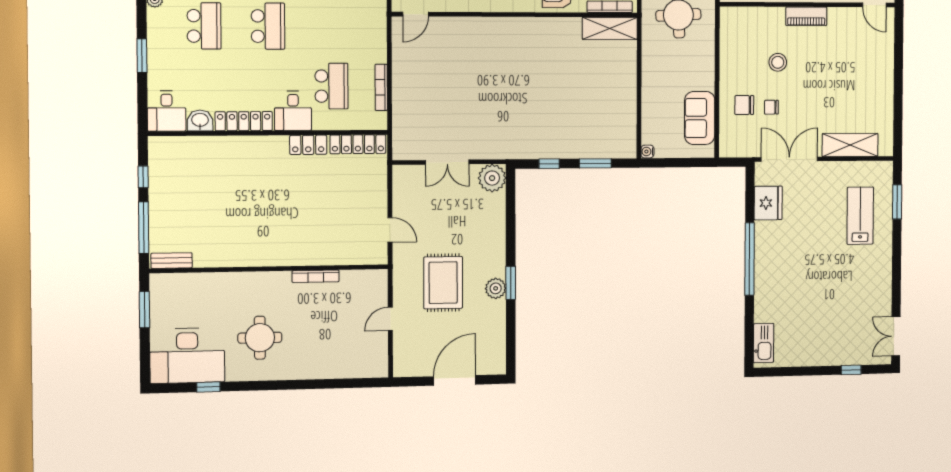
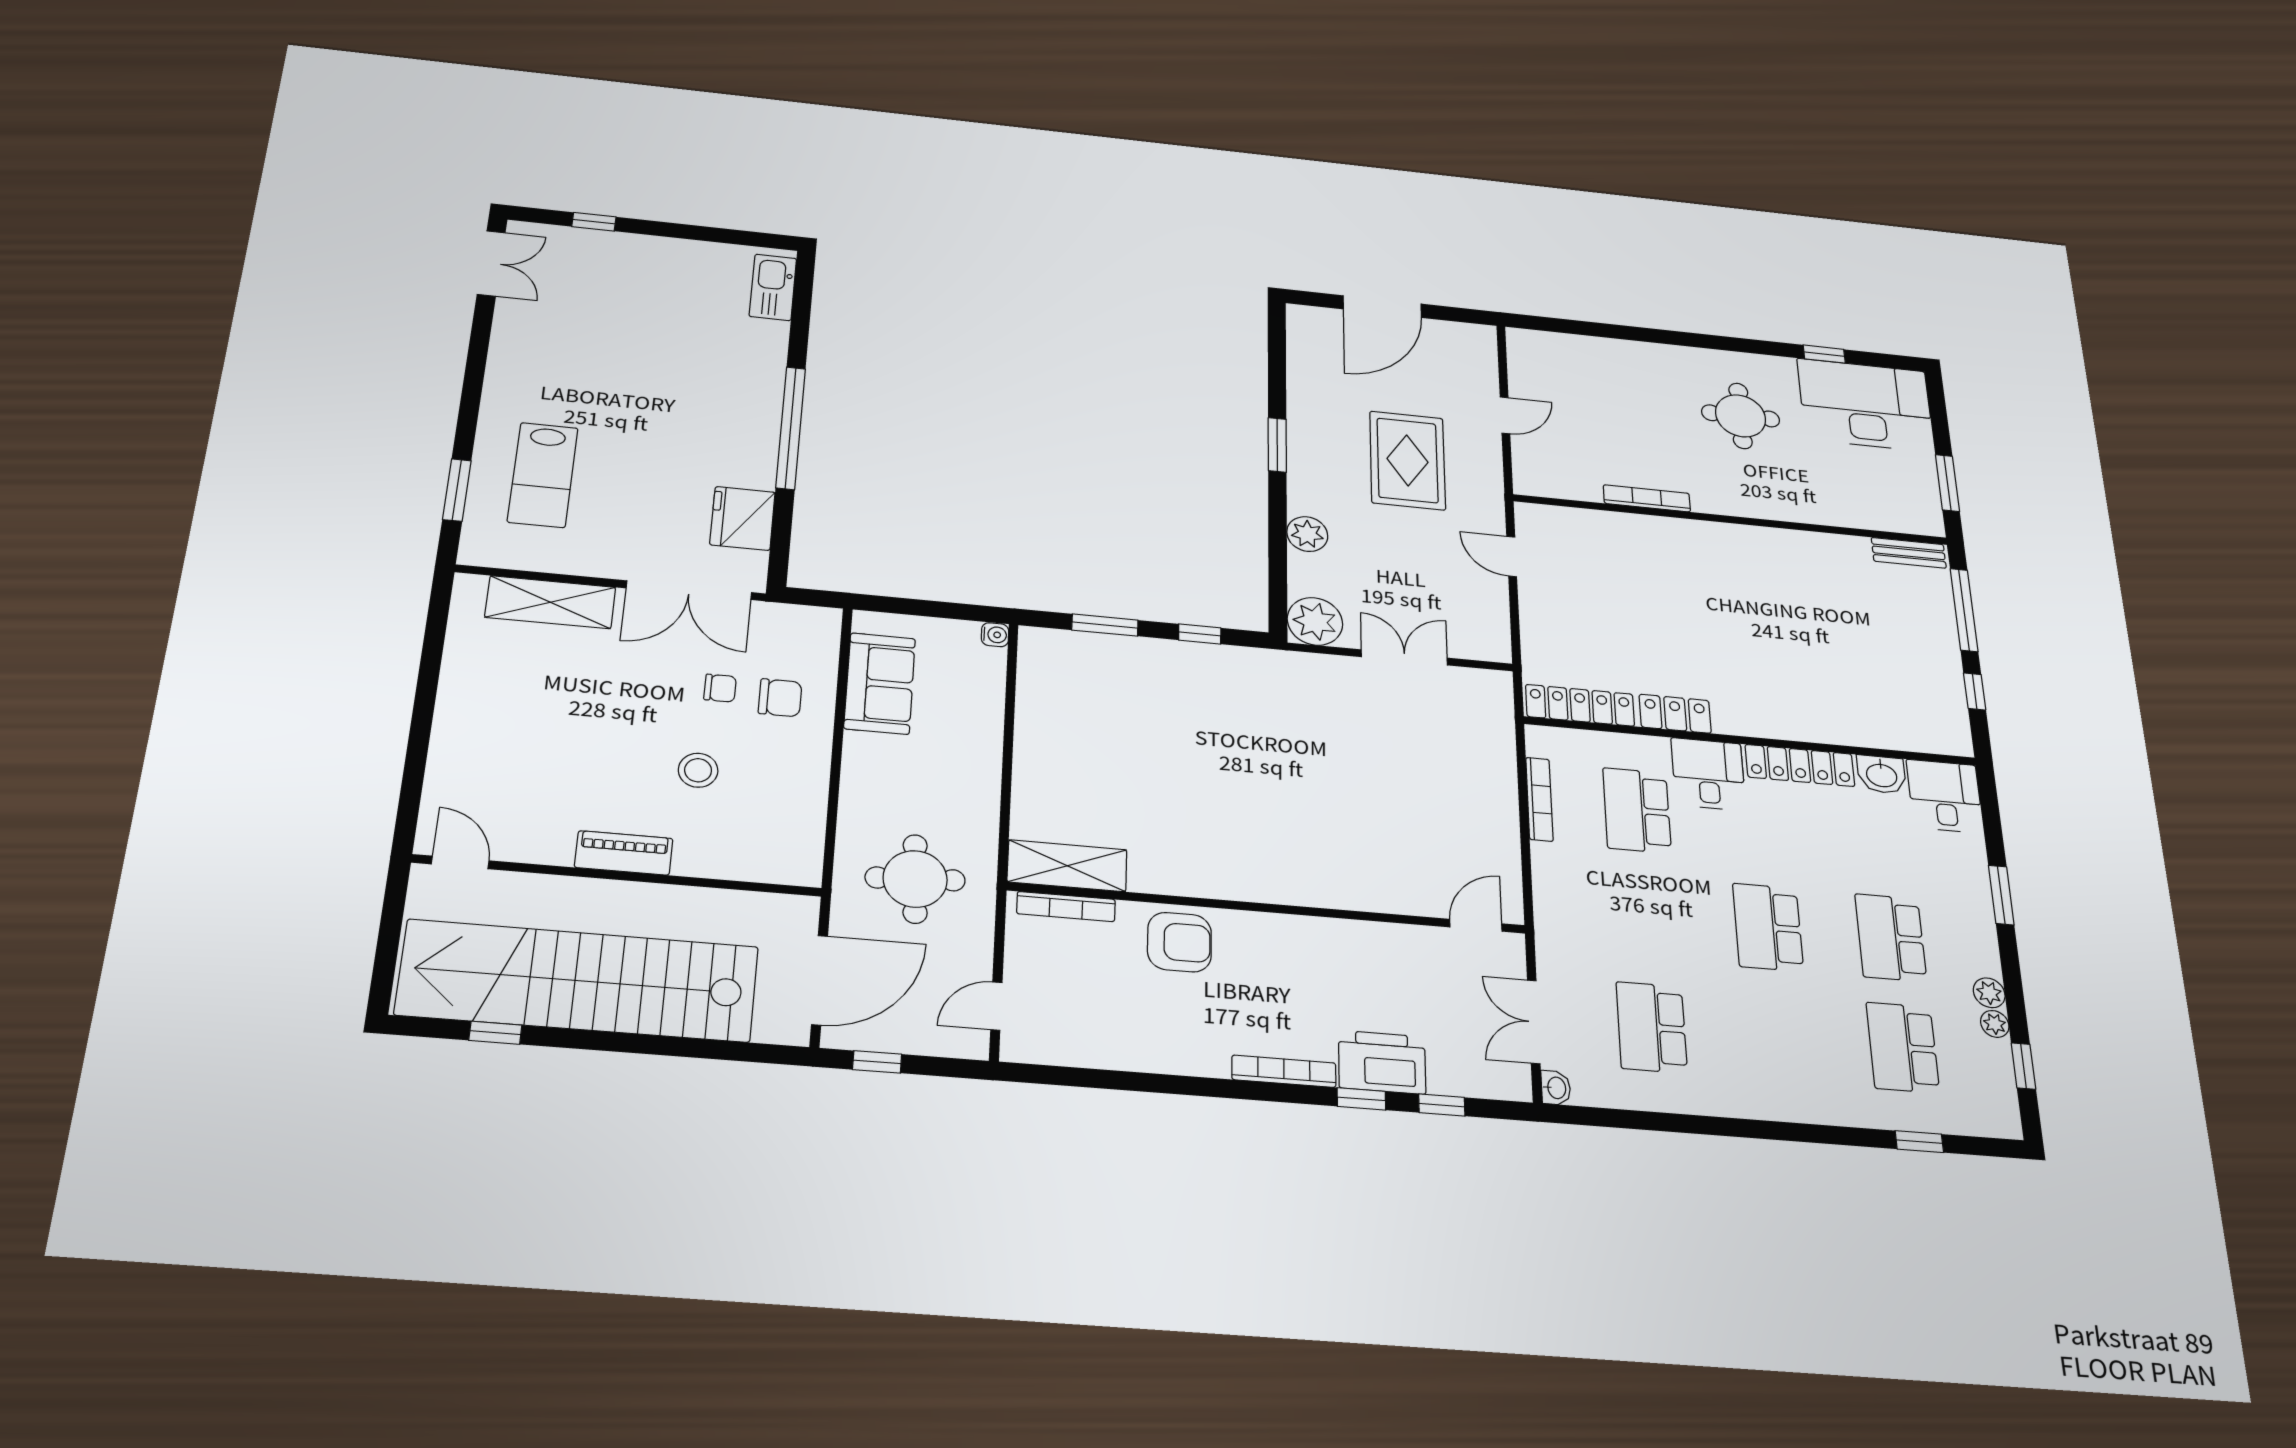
plant: (496, 288) -> (1307, 534), moved

